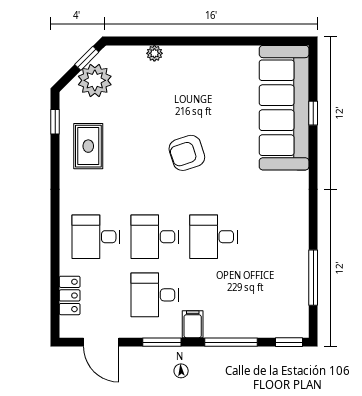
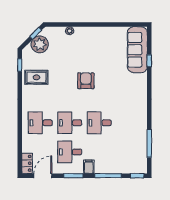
sofa: (284, 108) -> (137, 50), width x0.74, depth x0.79
rug: (88, 146) -> (36, 77), turned 90
armchair: (187, 153) -> (86, 81), turned 108
locker: (70, 295) -> (27, 163), moved
door: (101, 342) -> (43, 176), swing flipped

